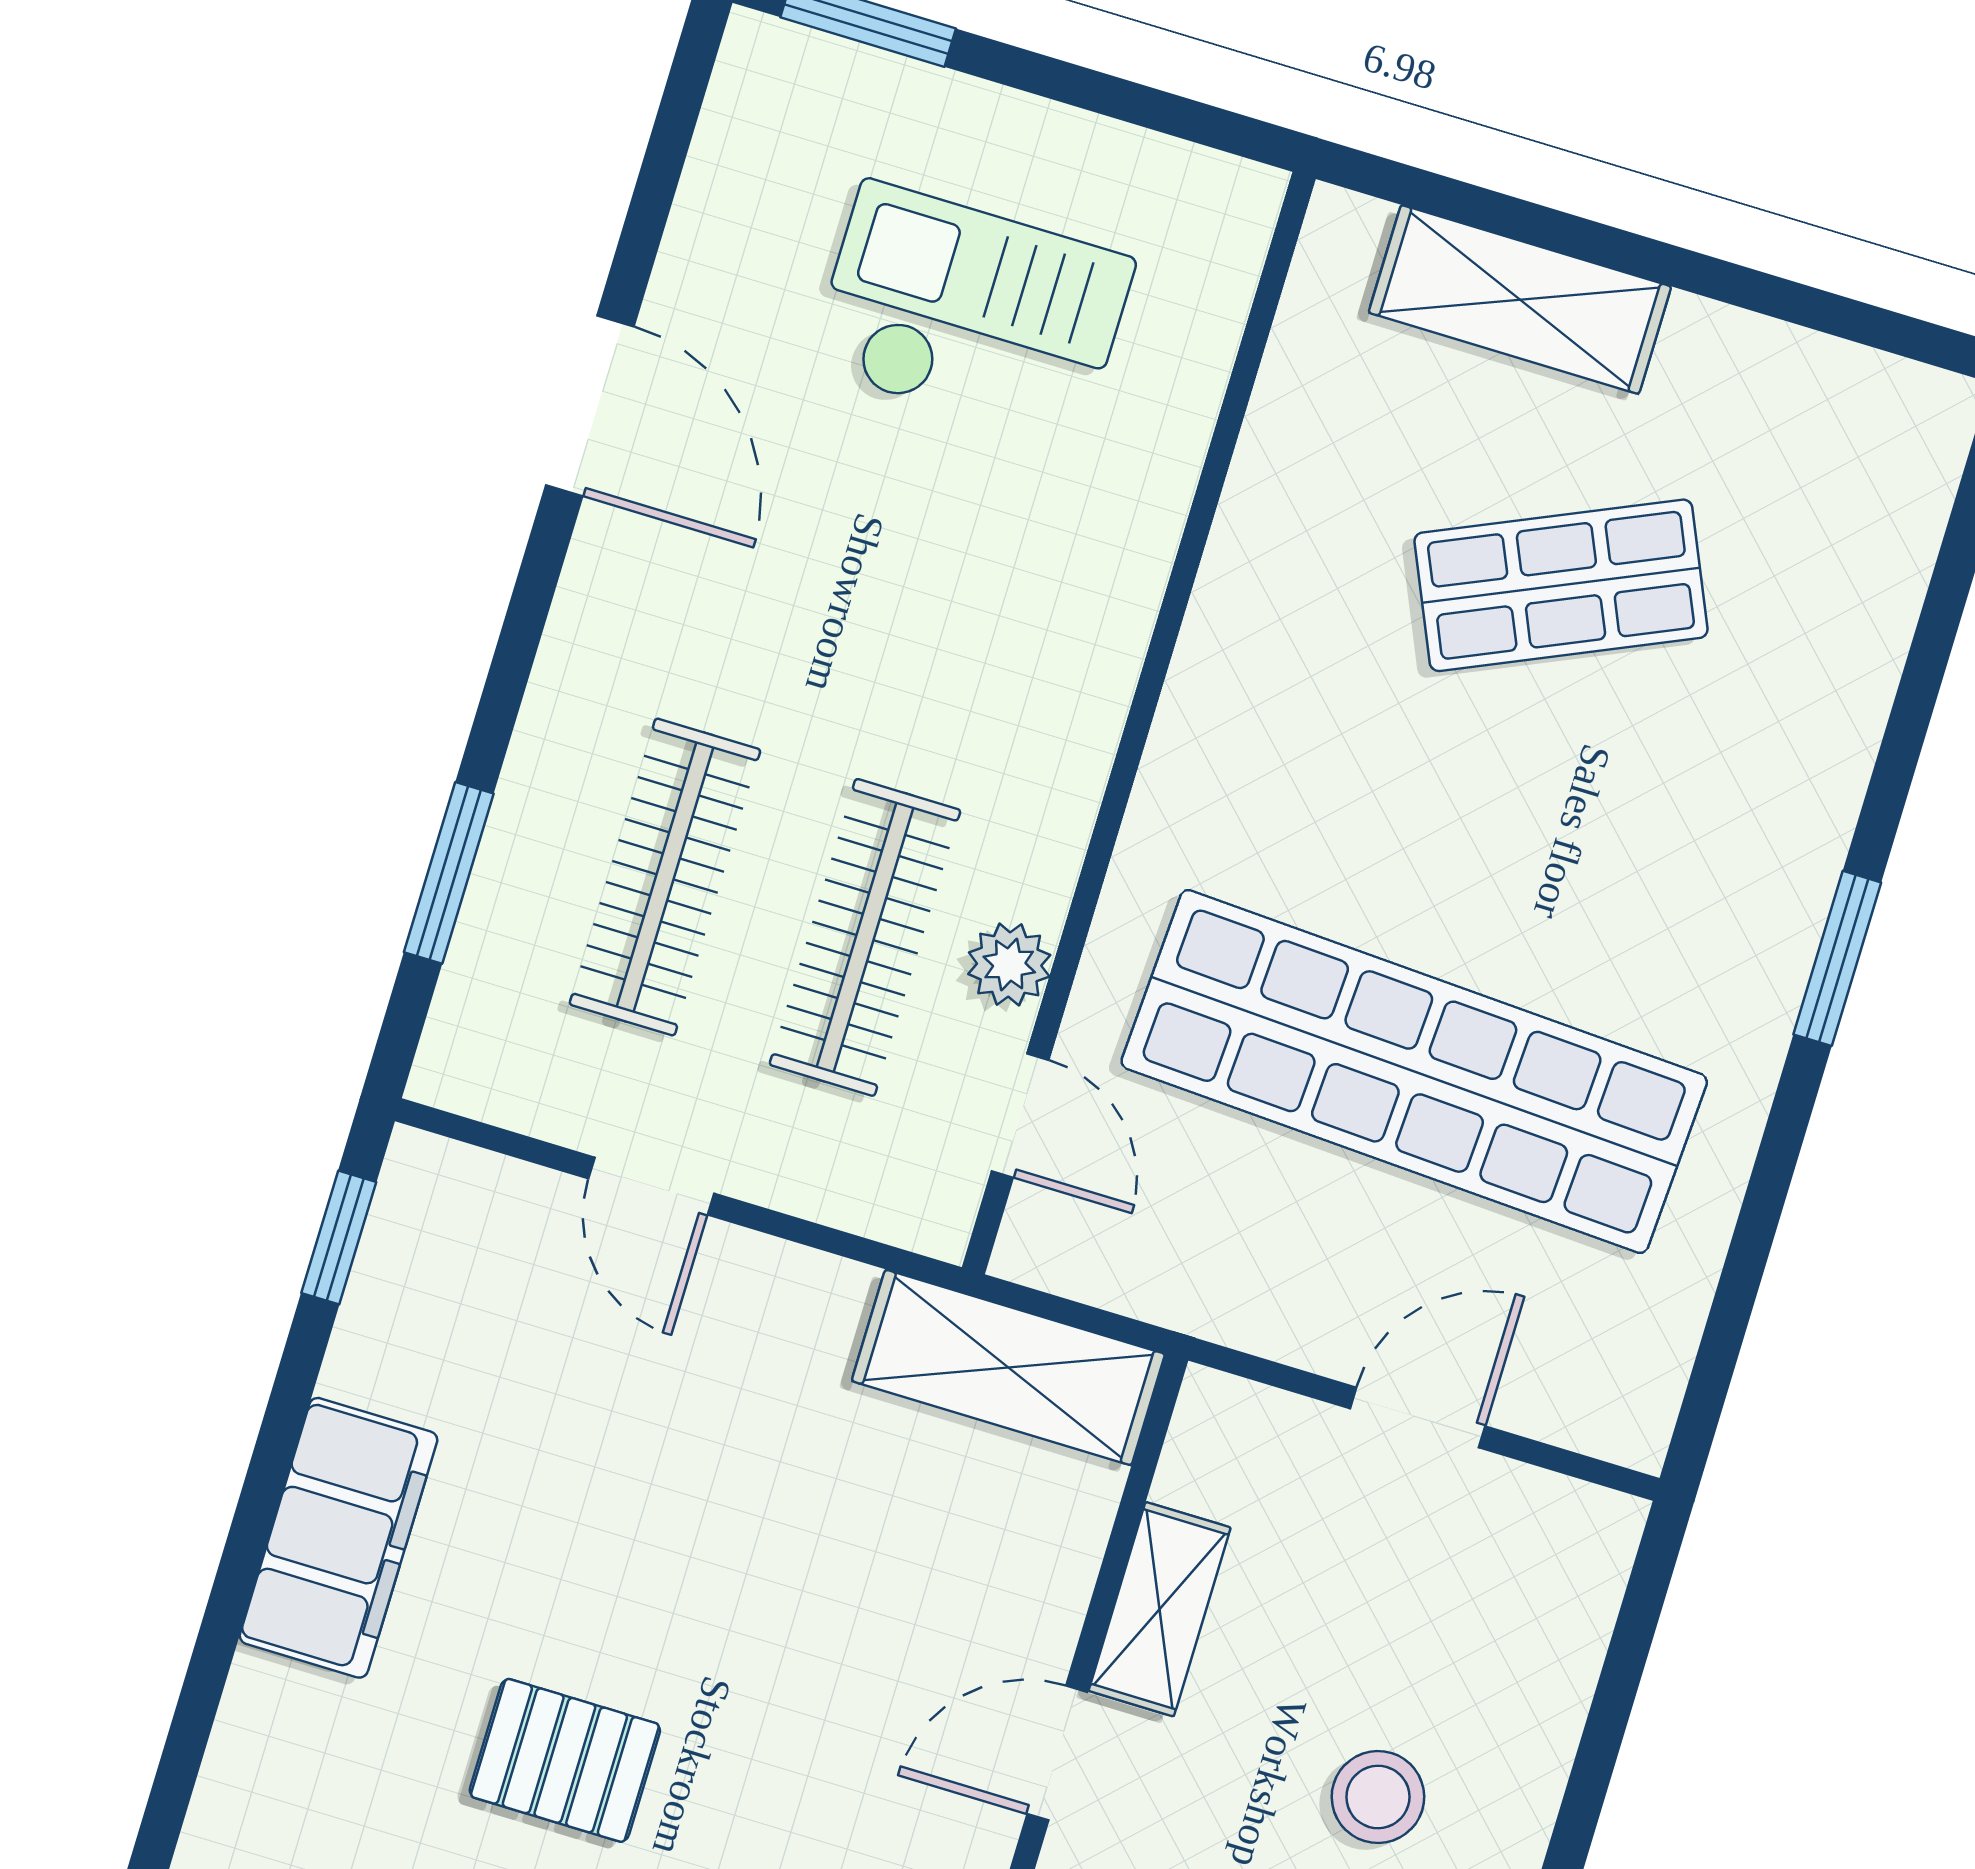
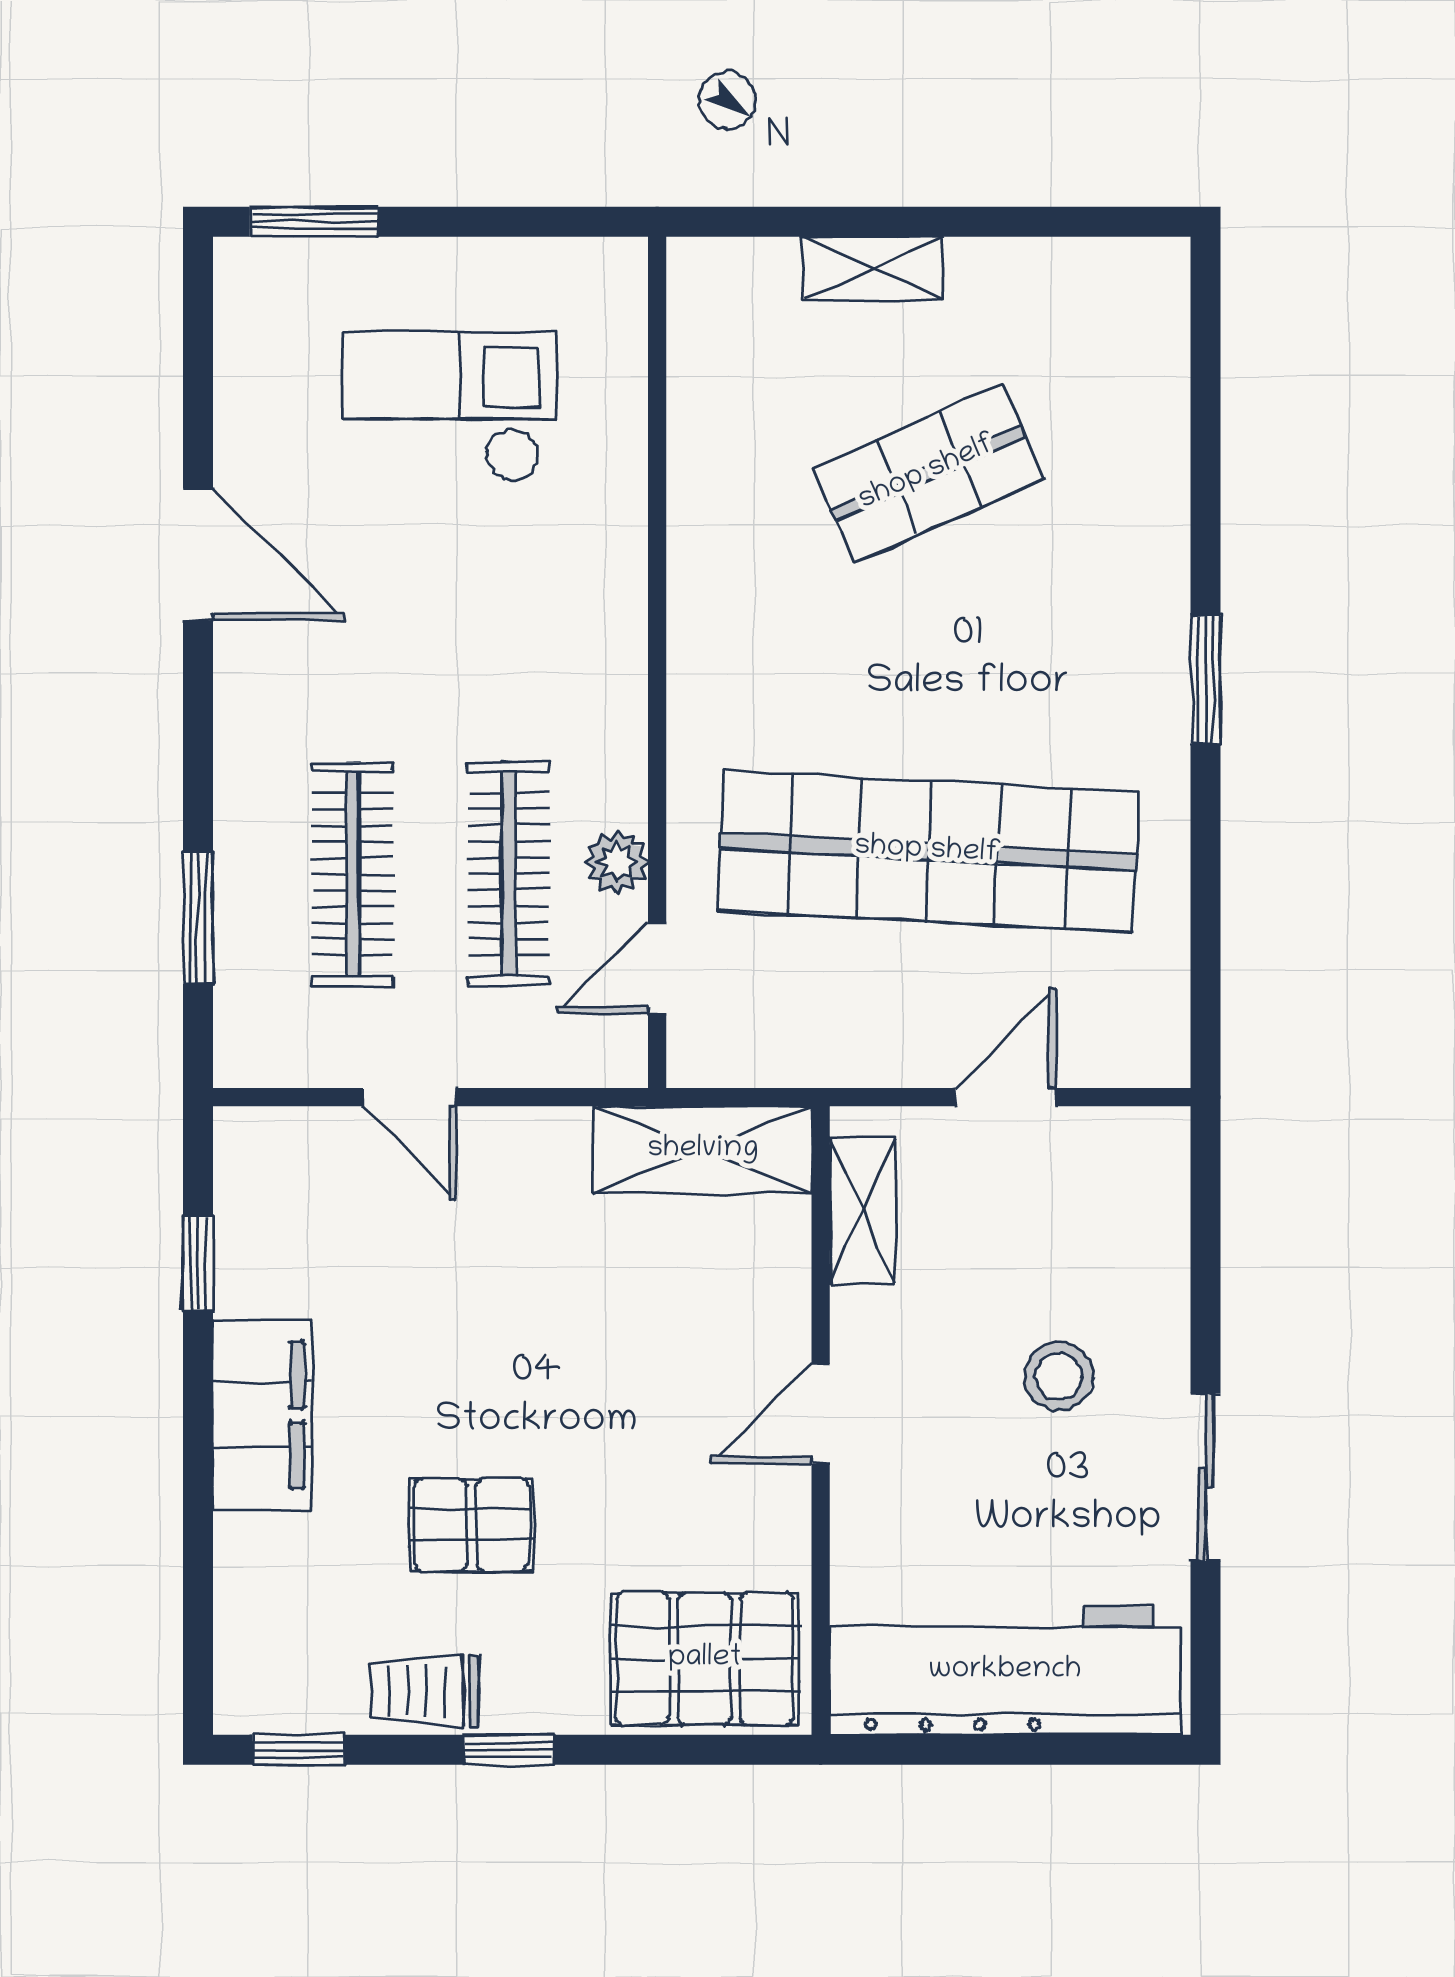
shelving: (1520, 300) -> (873, 268), width x0.67, depth x0.75
door: (1020, 1116) -> (657, 968), swing flipped
window: (339, 1238) -> (198, 1263), moved
shelving: (1160, 1609) -> (863, 1211), moved

